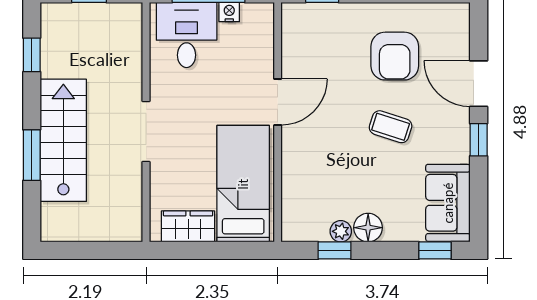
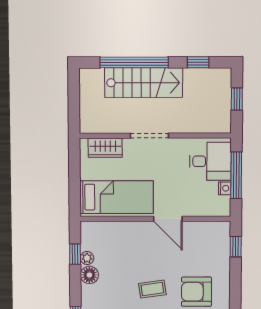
coffee table: (391, 127) -> (152, 289), turned 64
window: (32, 155) -> (134, 62), width x2.11
wardrobe: (188, 226) -> (105, 148), moved, turned 90

